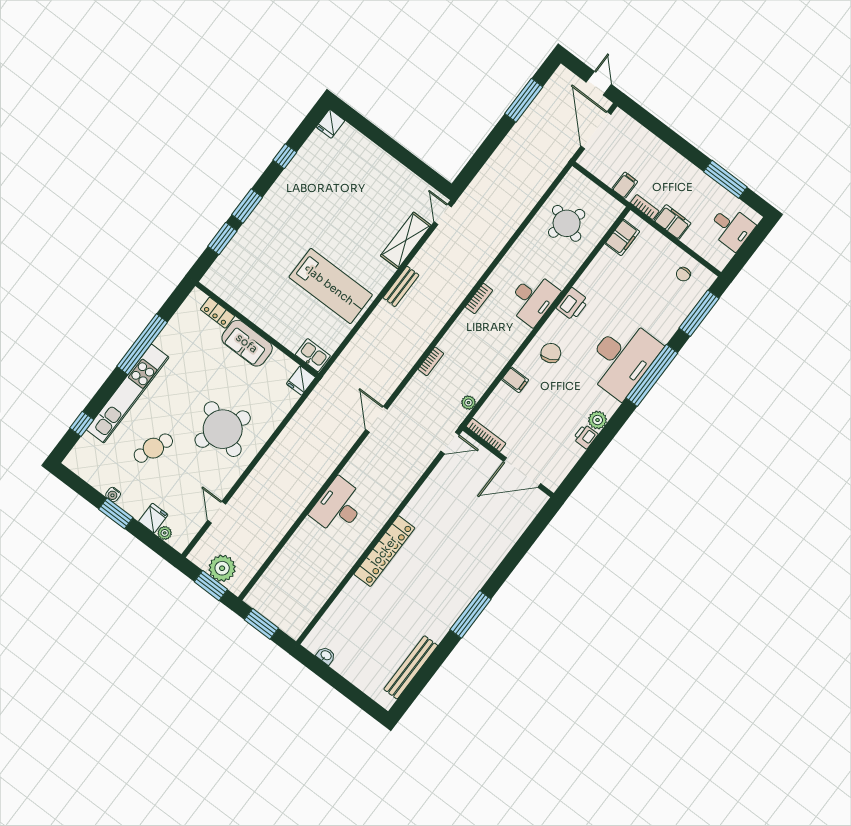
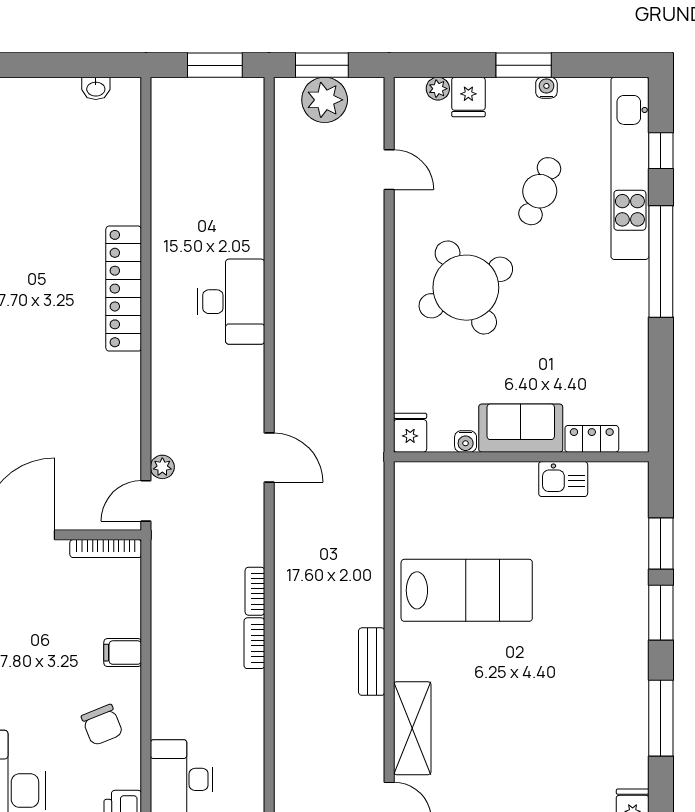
window: (285, 156) -> (661, 718), width x2.17
lab bench: (331, 286) -> (467, 590), turned 180
bookcase: (479, 299) -> (254, 643), moved
window: (142, 344) -> (661, 261), moved
kitchen sink: (313, 355) -> (563, 479), moved
water cooler: (278, 357) -> (466, 441), added
kitchen unit: (128, 394) -> (630, 168), moved
plant: (468, 403) -> (162, 467), moved
round table: (223, 429) -> (466, 288), turned 38

